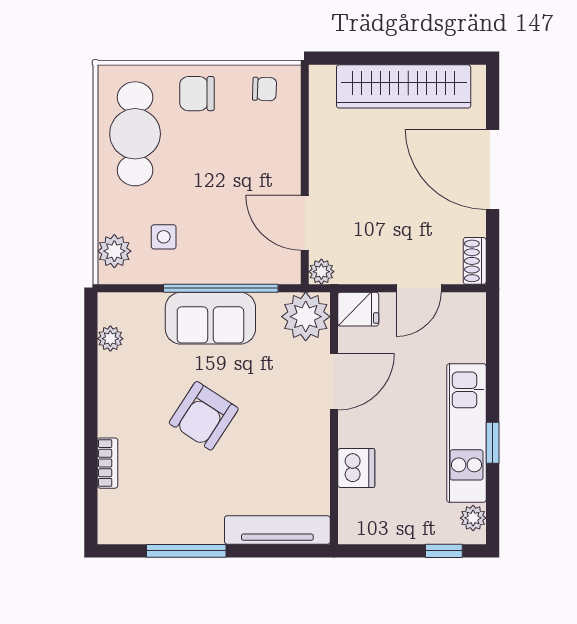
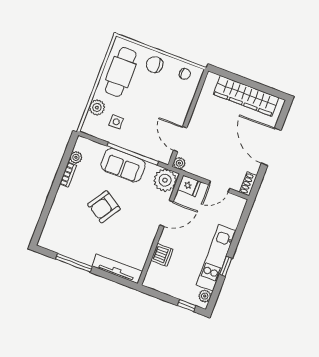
plant: (114, 251) -> (97, 107), moved
bookcase: (108, 463) -> (68, 175), moved

